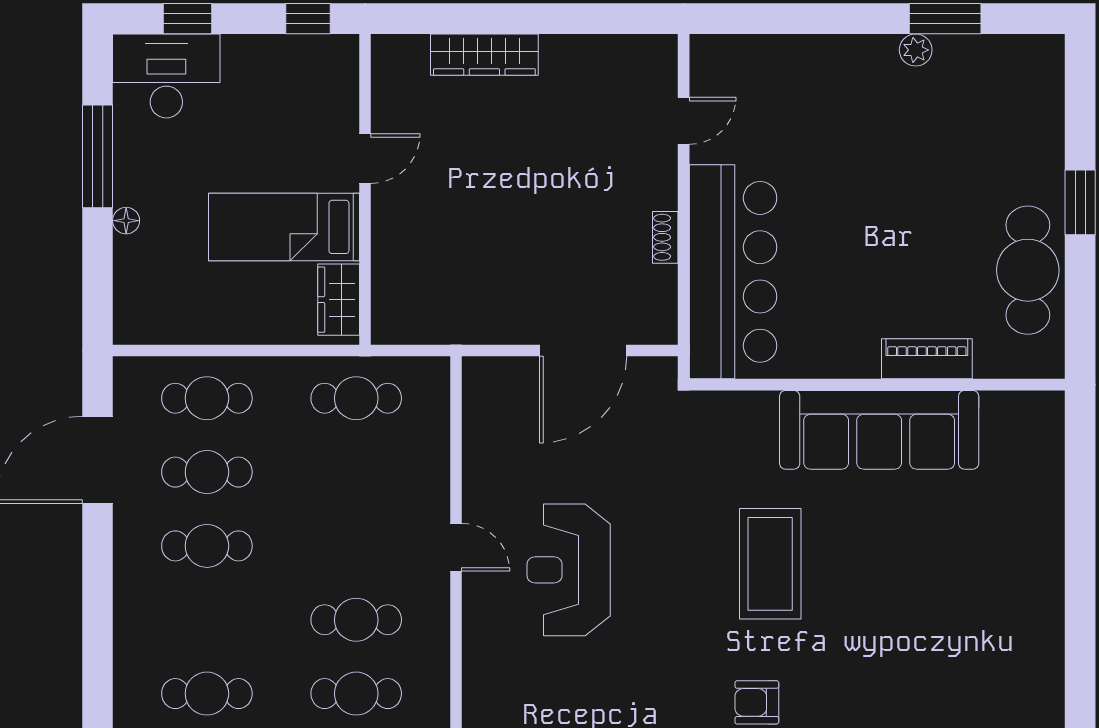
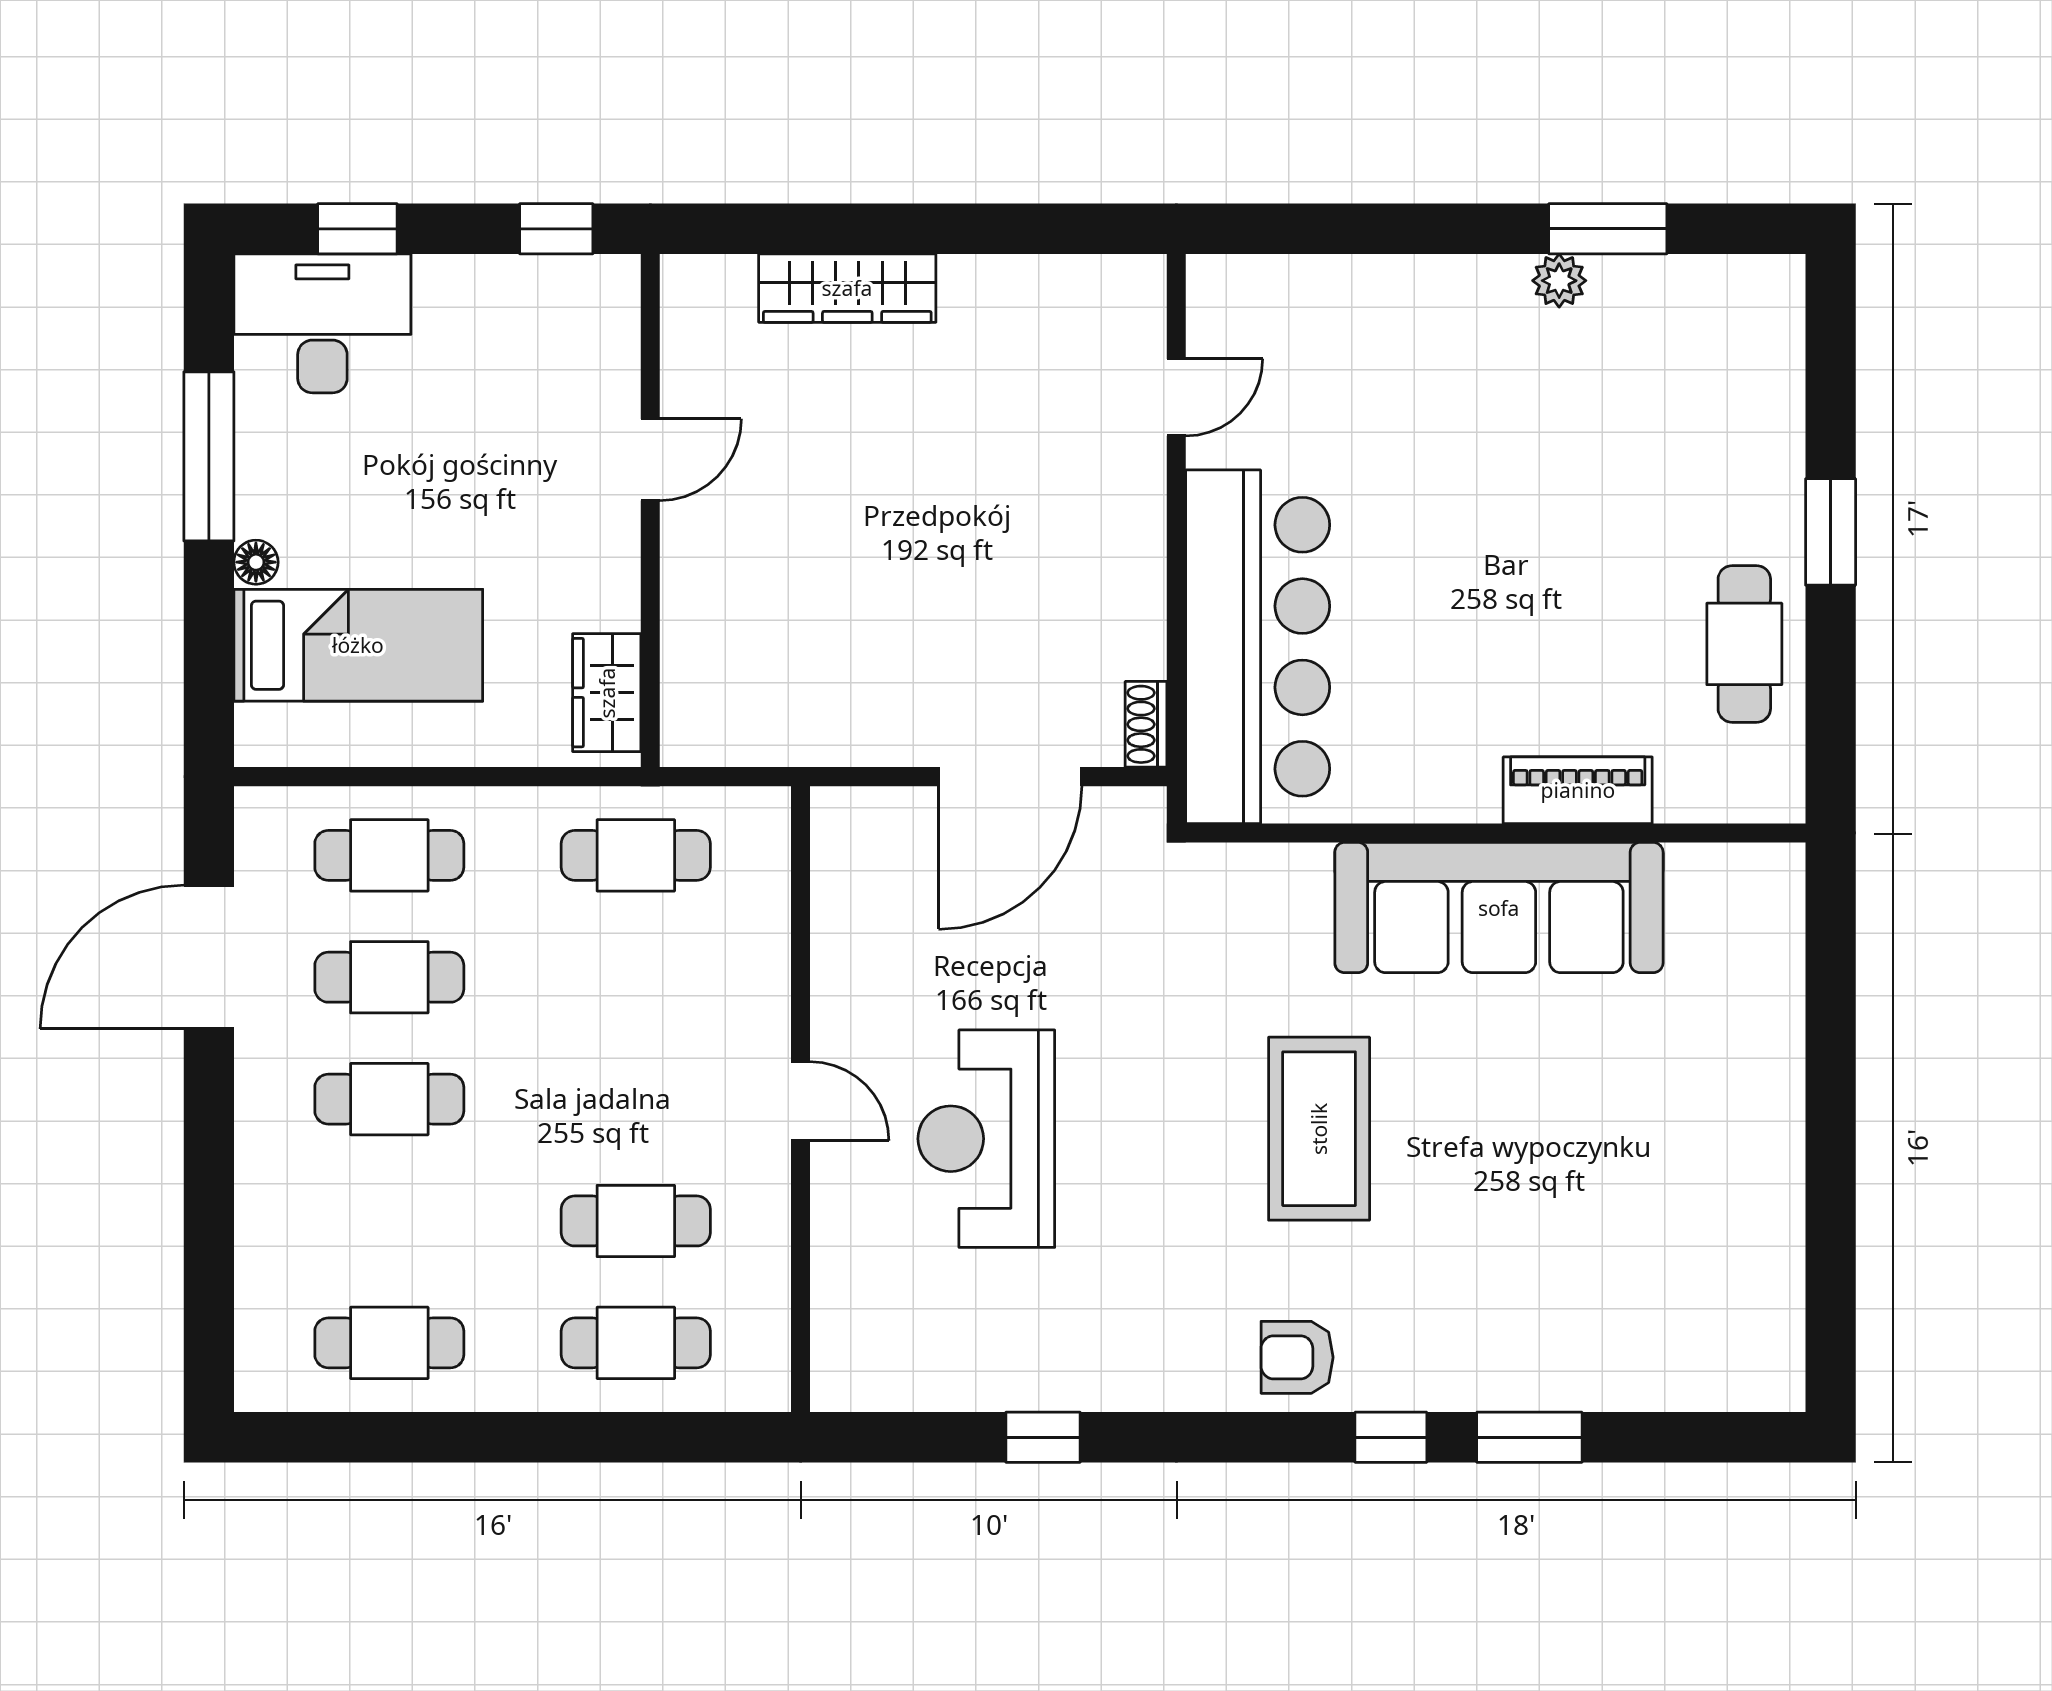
bed: (284, 227) -> (358, 645), moved, turned 180
shoe rack: (665, 237) -> (1146, 724), moved
cafe table: (1028, 270) -> (1744, 644), width x0.73, depth x0.74

